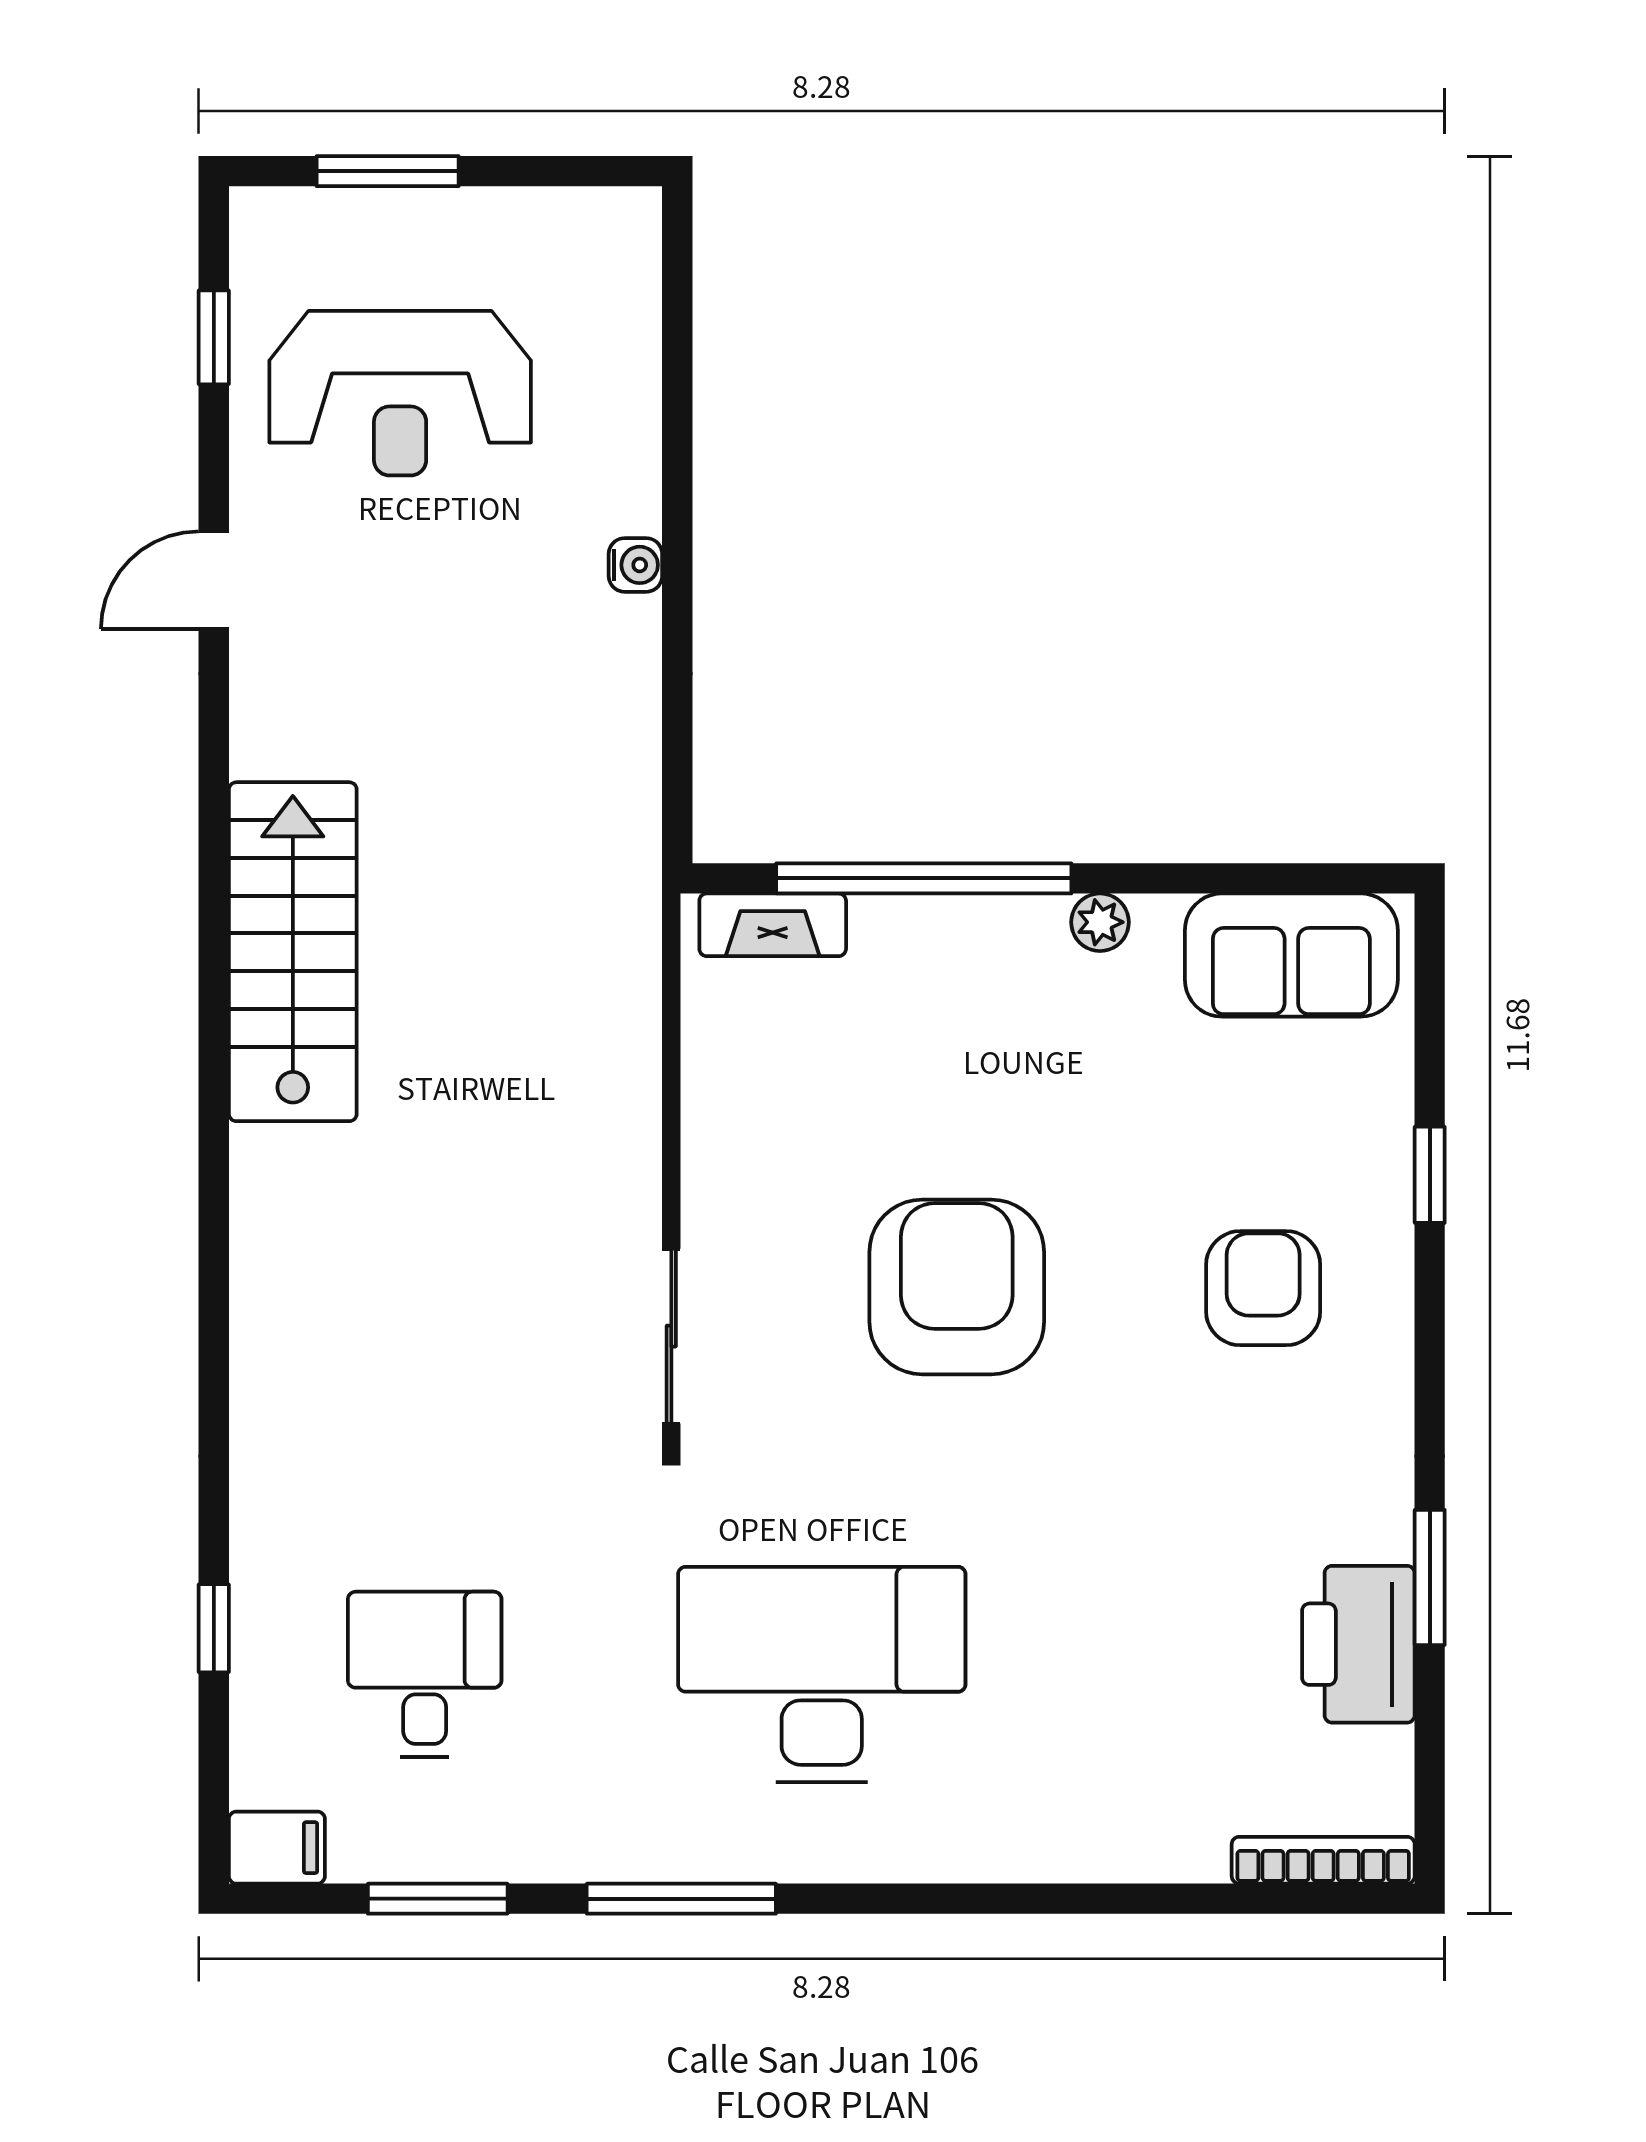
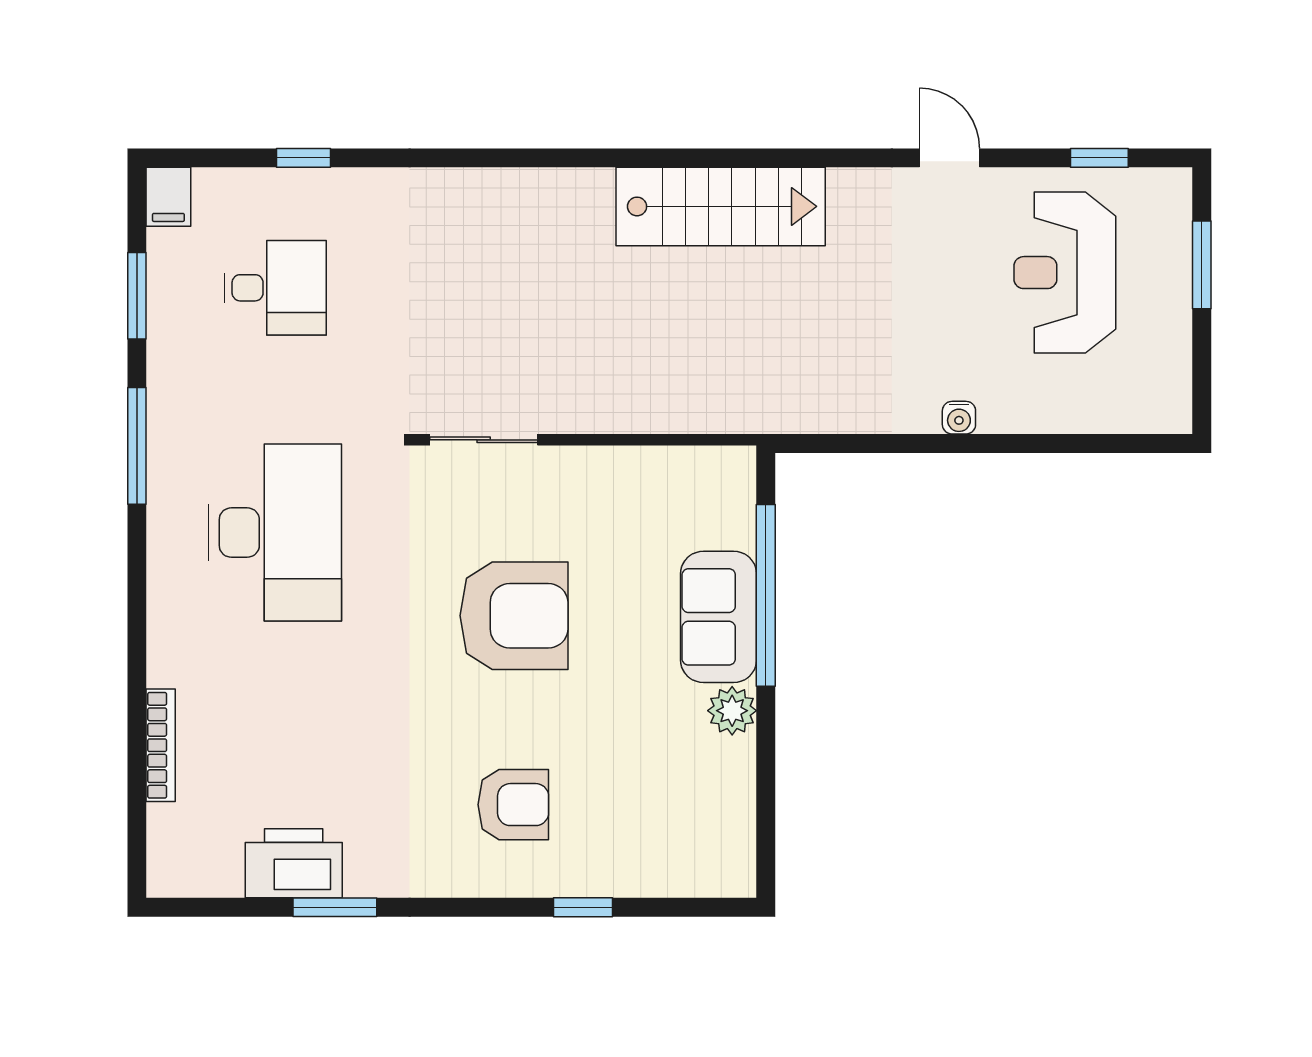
plant: (1100, 922) -> (732, 711), width x1.38, depth x1.38
fireplace: (773, 925) -> (737, 502), removed
sofa: (1291, 955) -> (719, 617), moved
bookcase: (1323, 1860) -> (161, 745), moved

